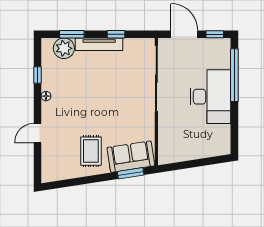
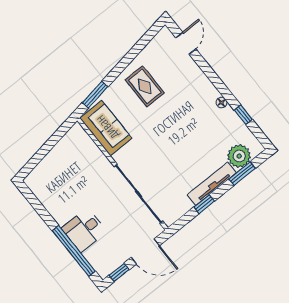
desk: (210, 97) -> (84, 230), width x0.53, depth x0.77
door: (38, 133) -> (186, 43), moved
sofa: (131, 157) -> (106, 128), moved, turned -81

